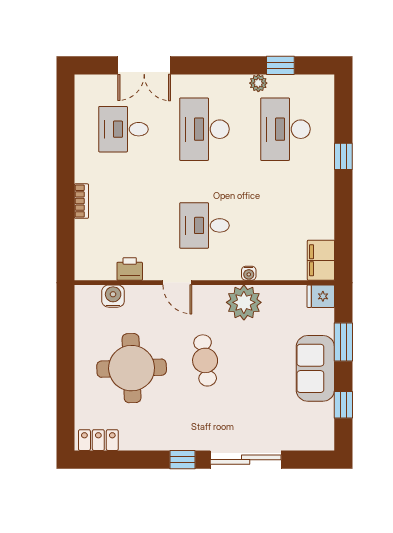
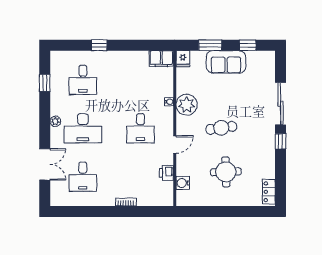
plant: (258, 83) -> (55, 121), moved
desk: (285, 129) -> (83, 80), width x0.73
round table: (132, 368) -> (226, 172), width x0.73, depth x0.73

